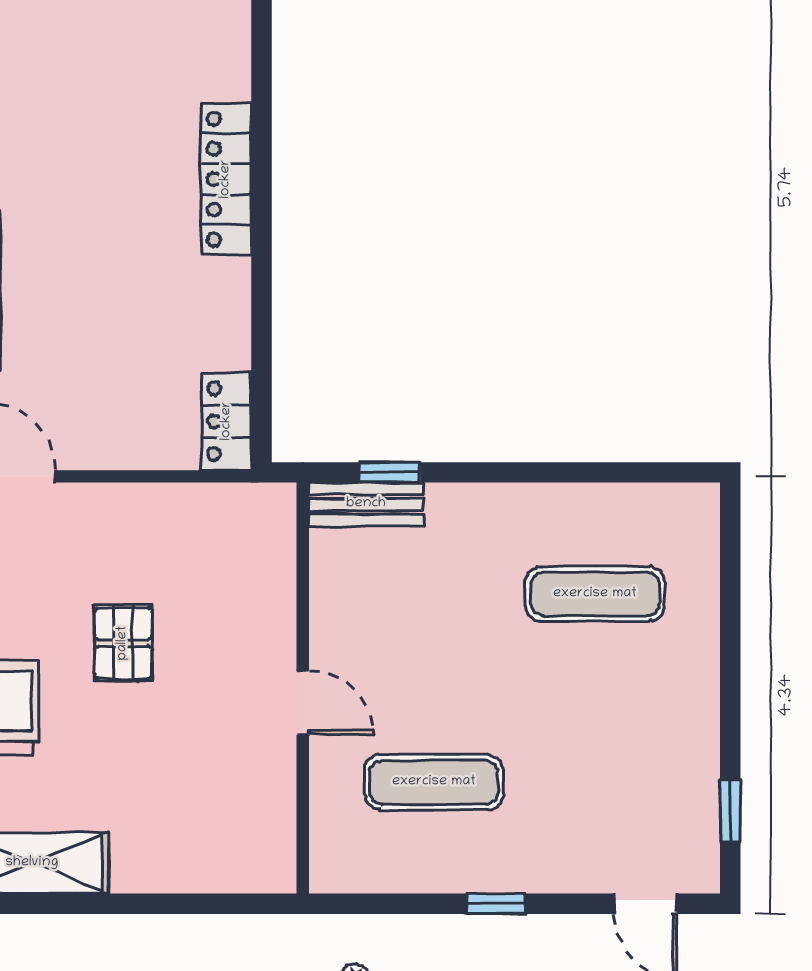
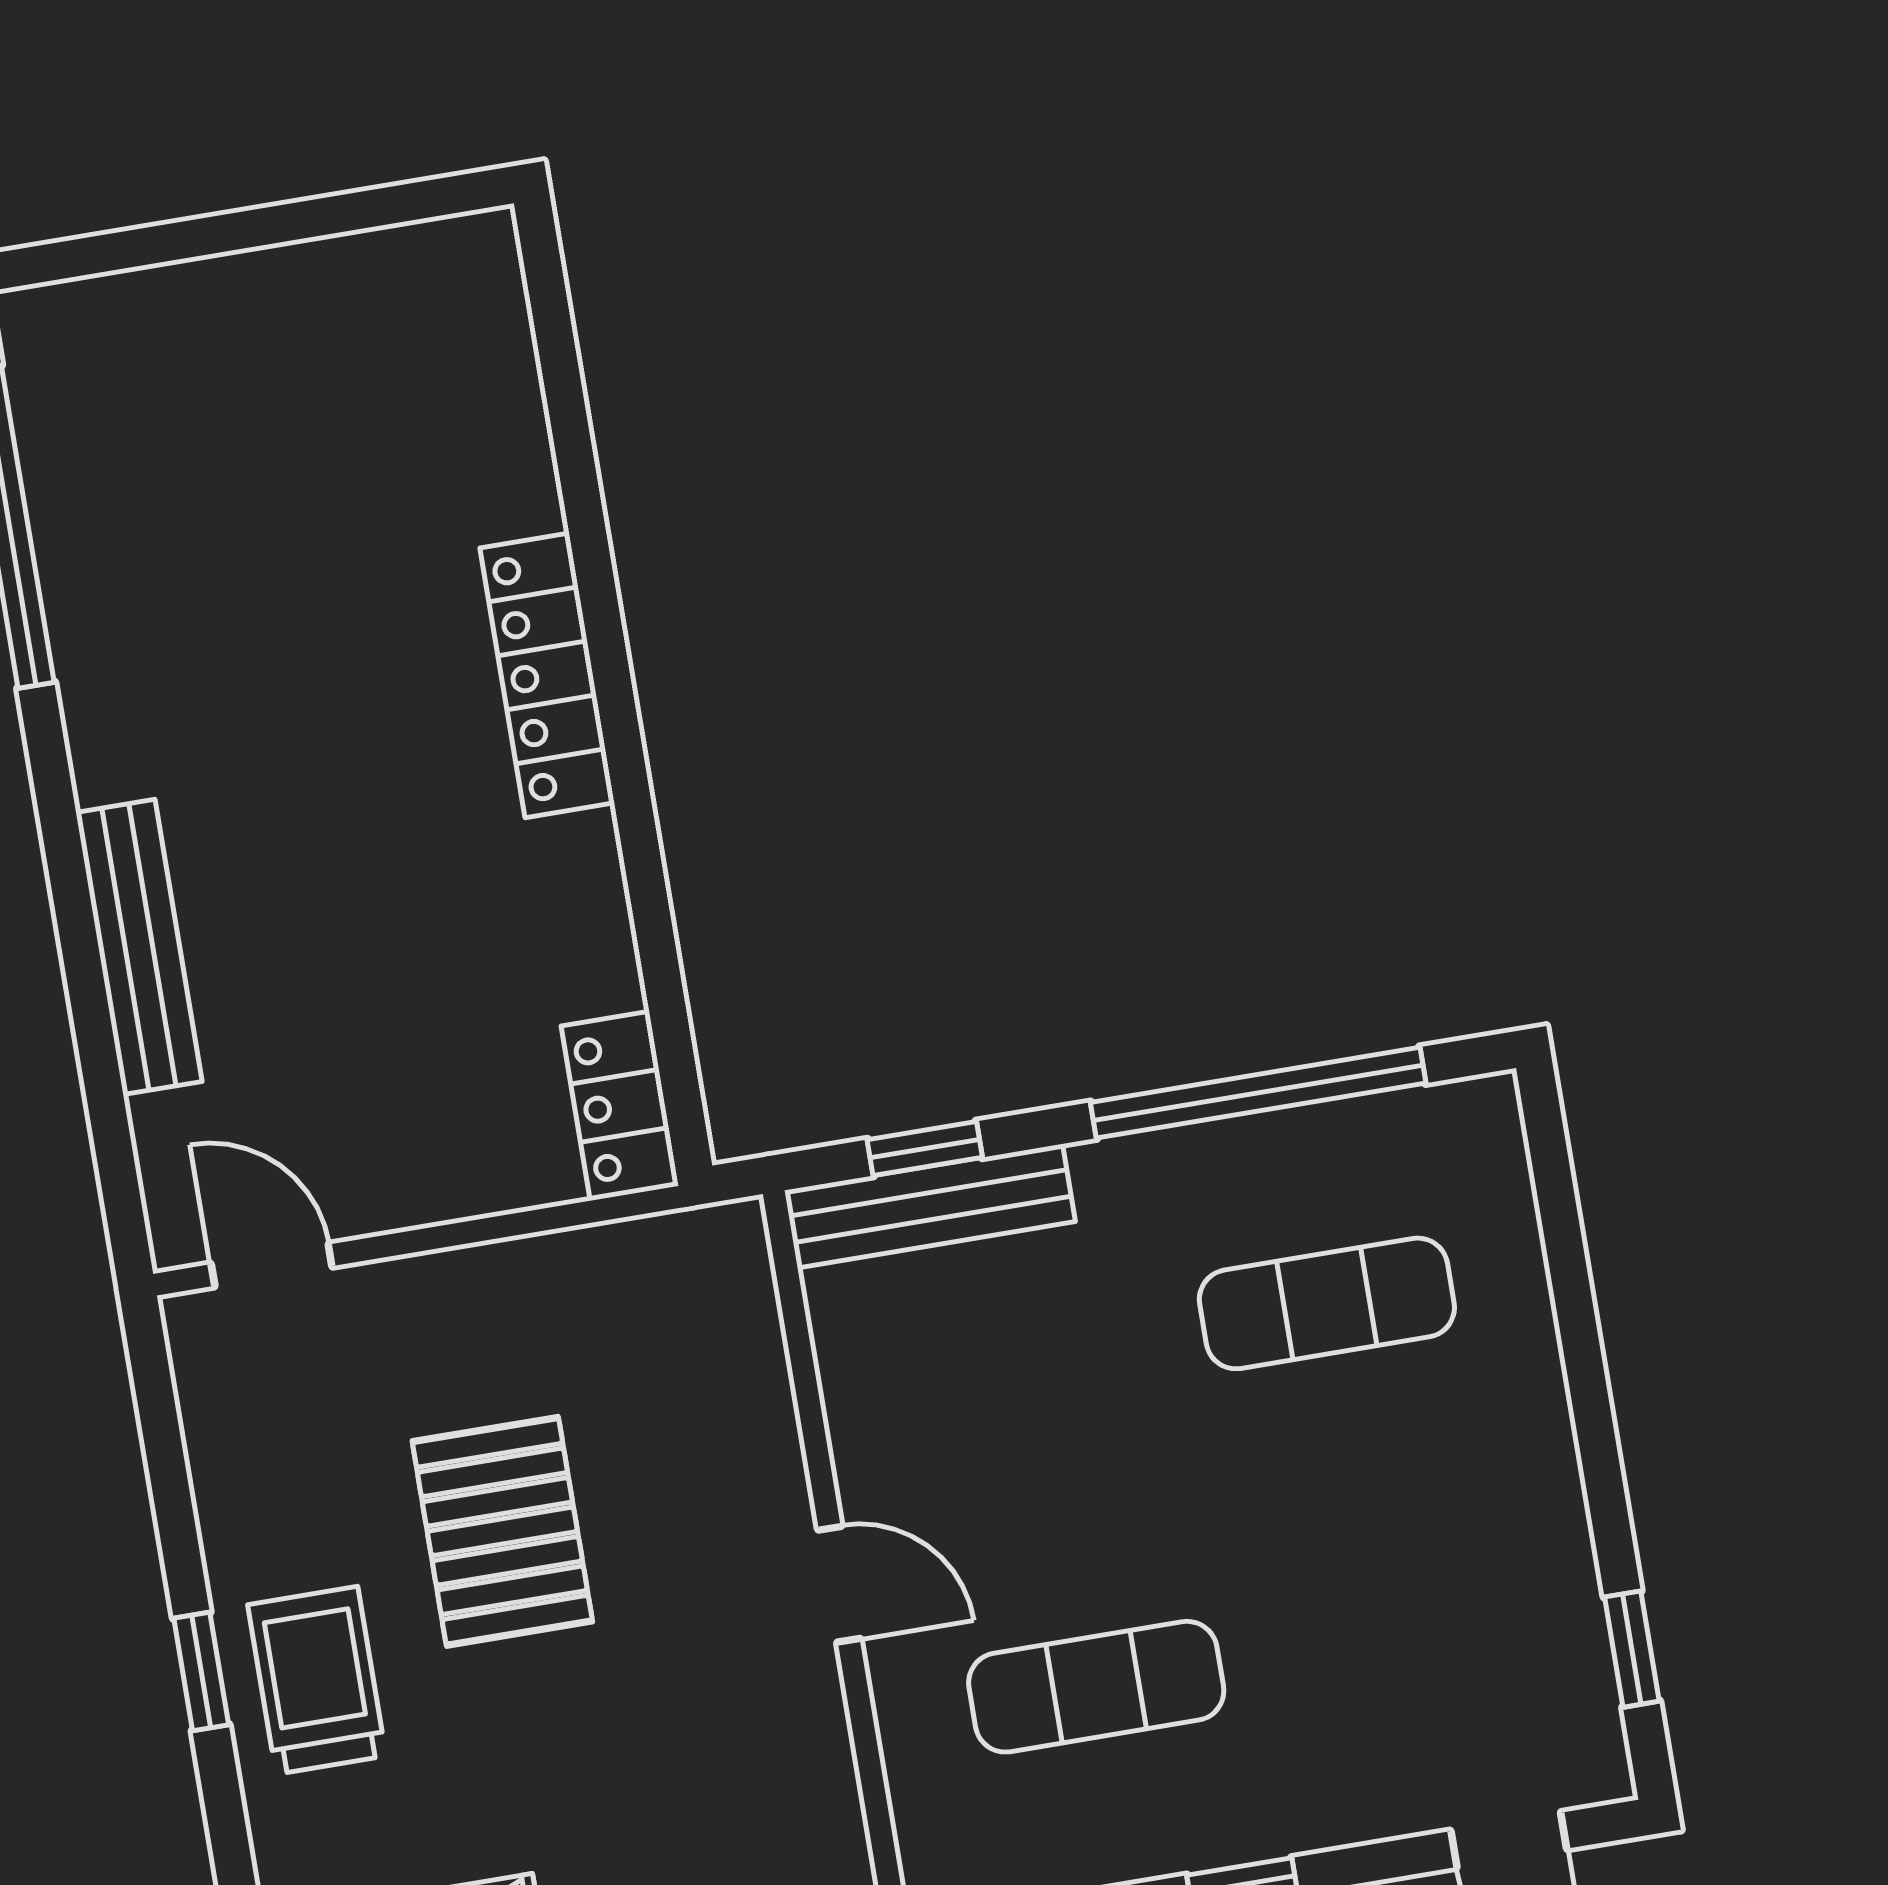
window: (577, 472) -> (1258, 1093), added
bench: (366, 504) -> (930, 1206), width x1.36
pallet: (123, 643) -> (502, 1531), width x1.50, depth x1.42

